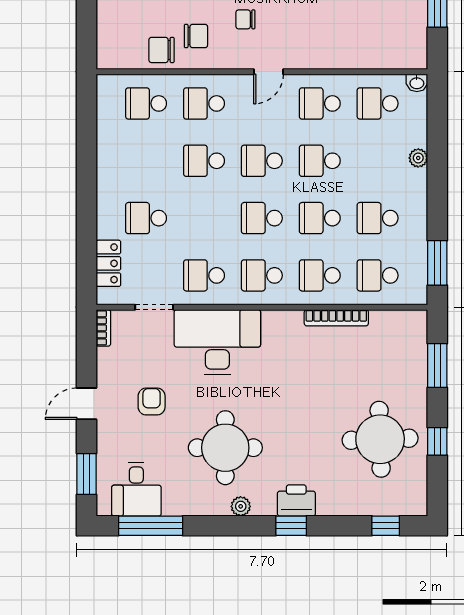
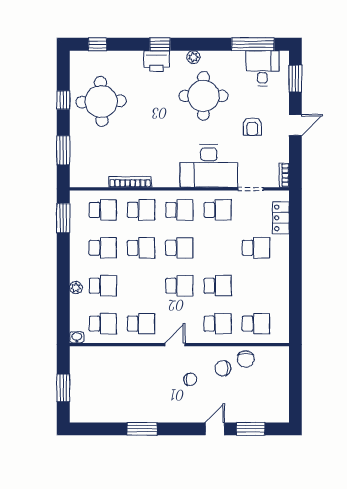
chair: (162, 50) -> (246, 359), turned 90
school desk: (320, 161) -> (103, 286), moved

